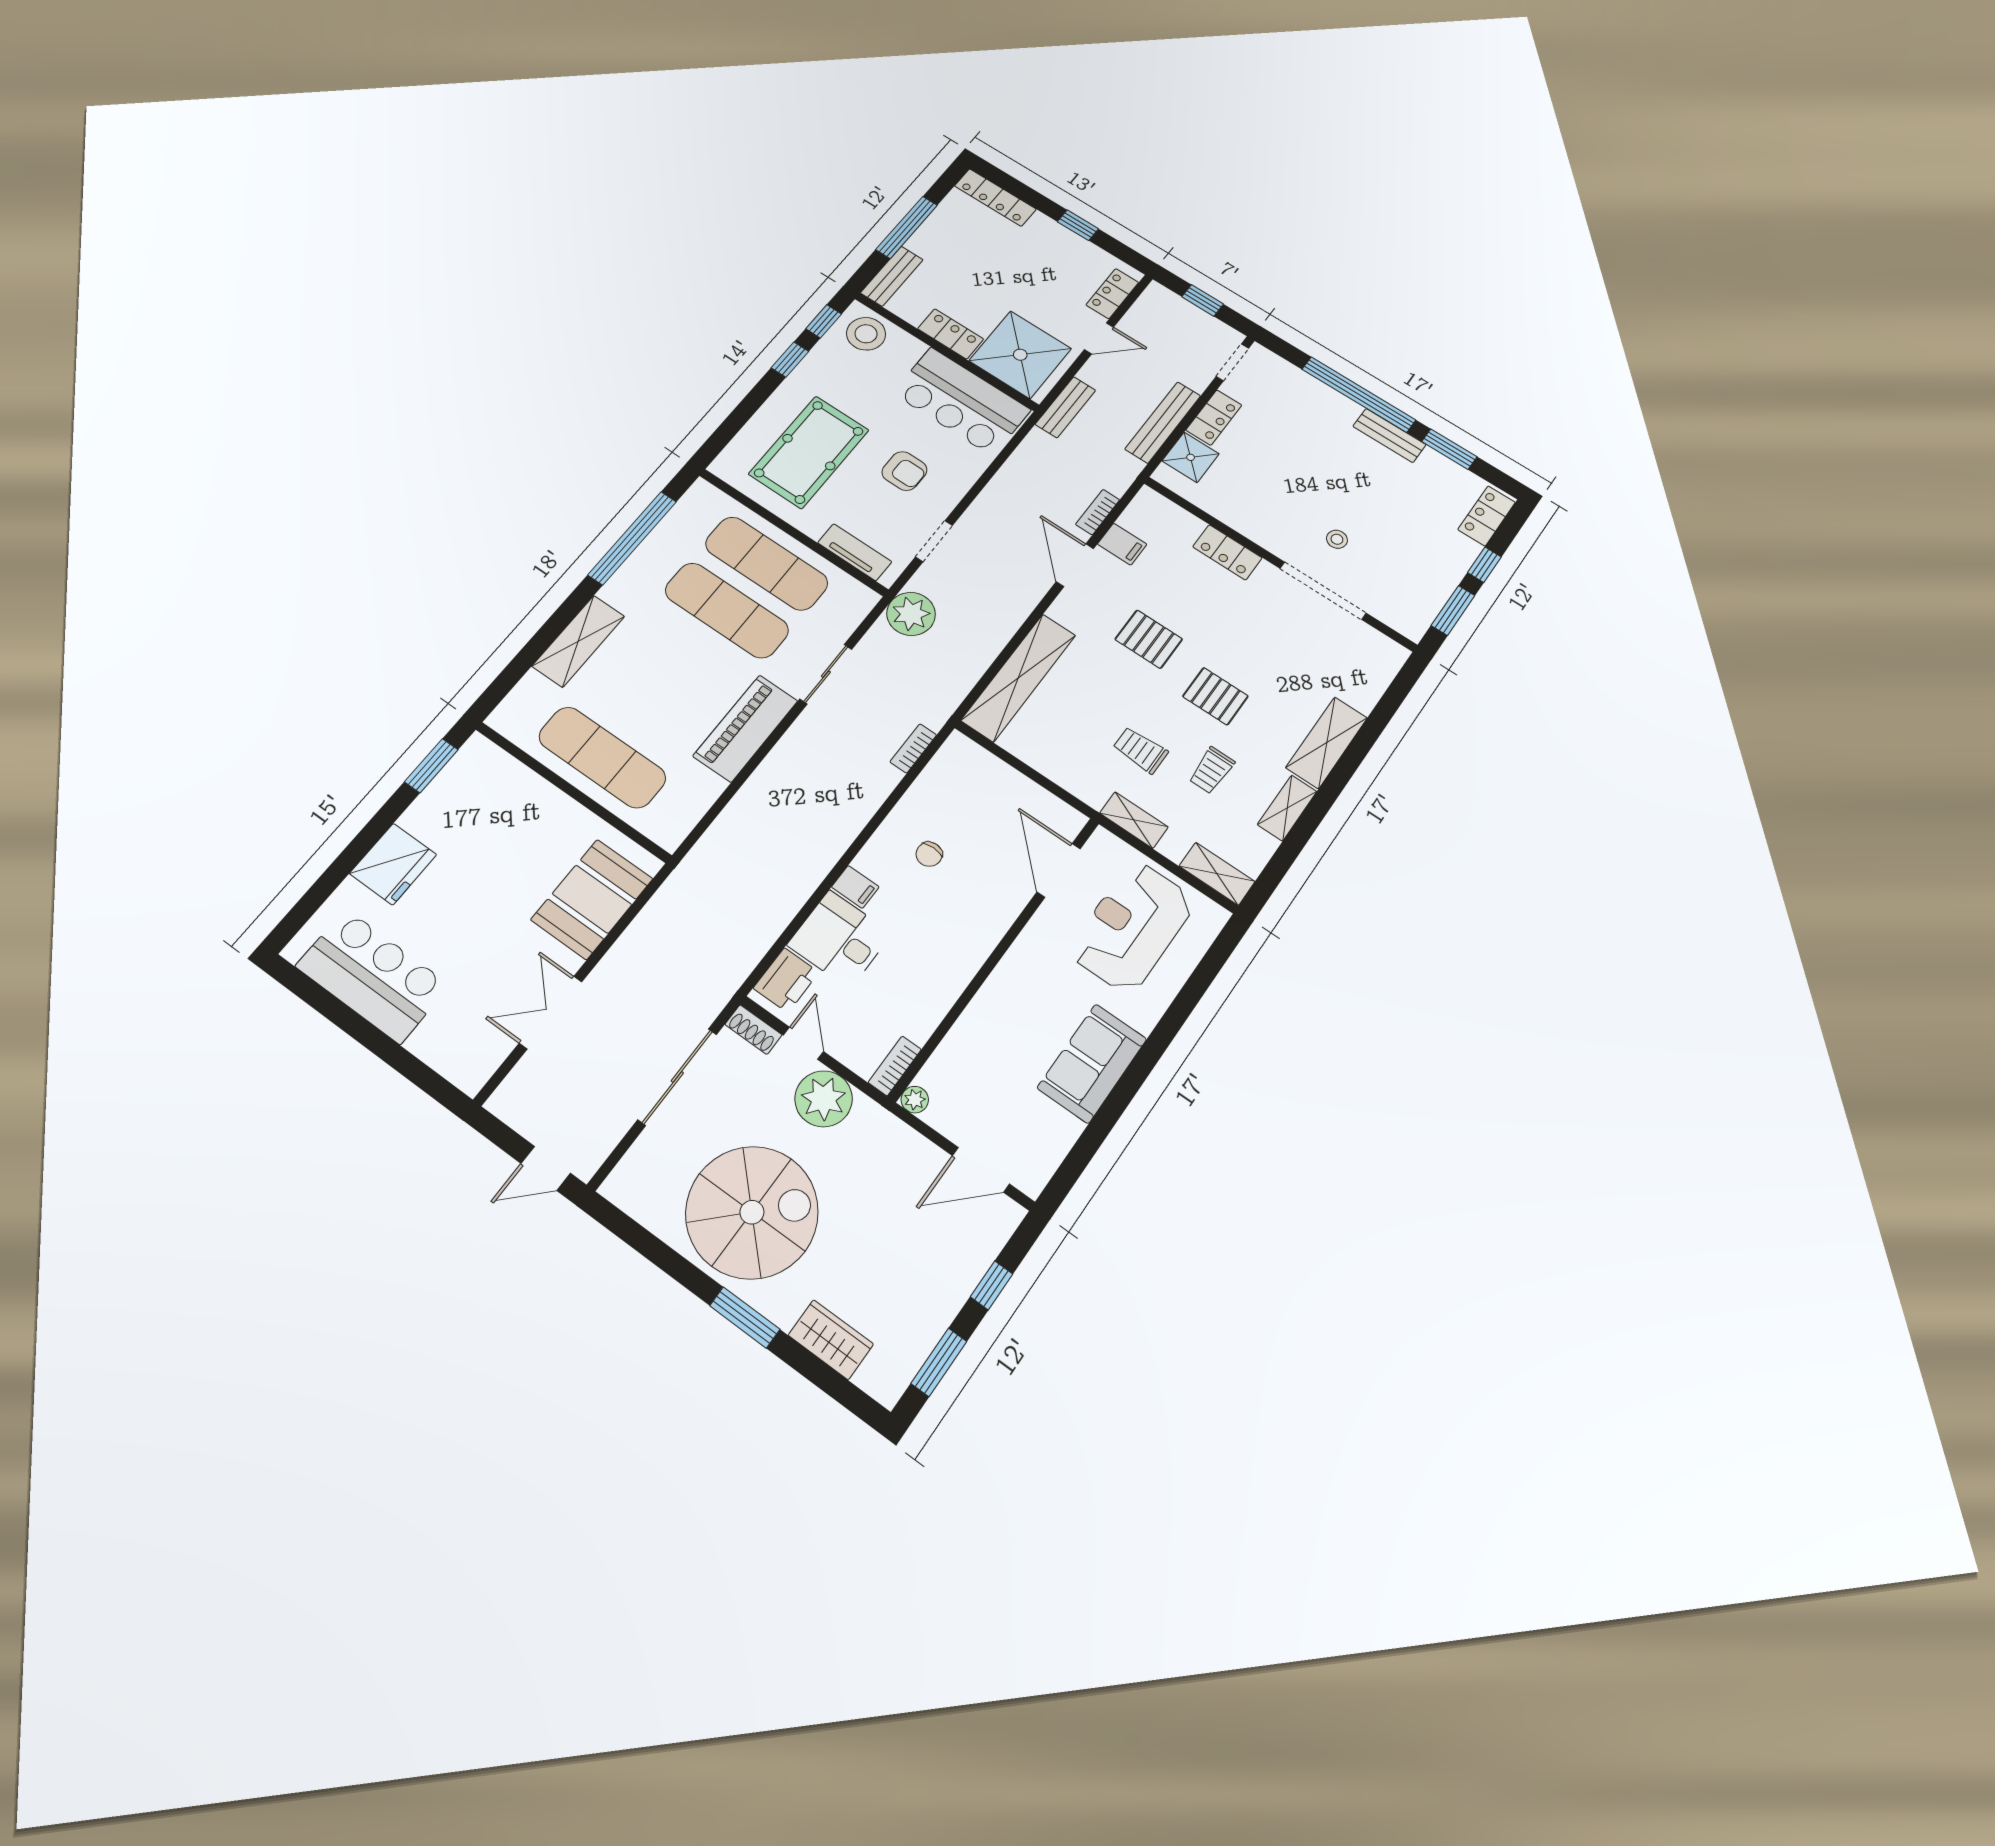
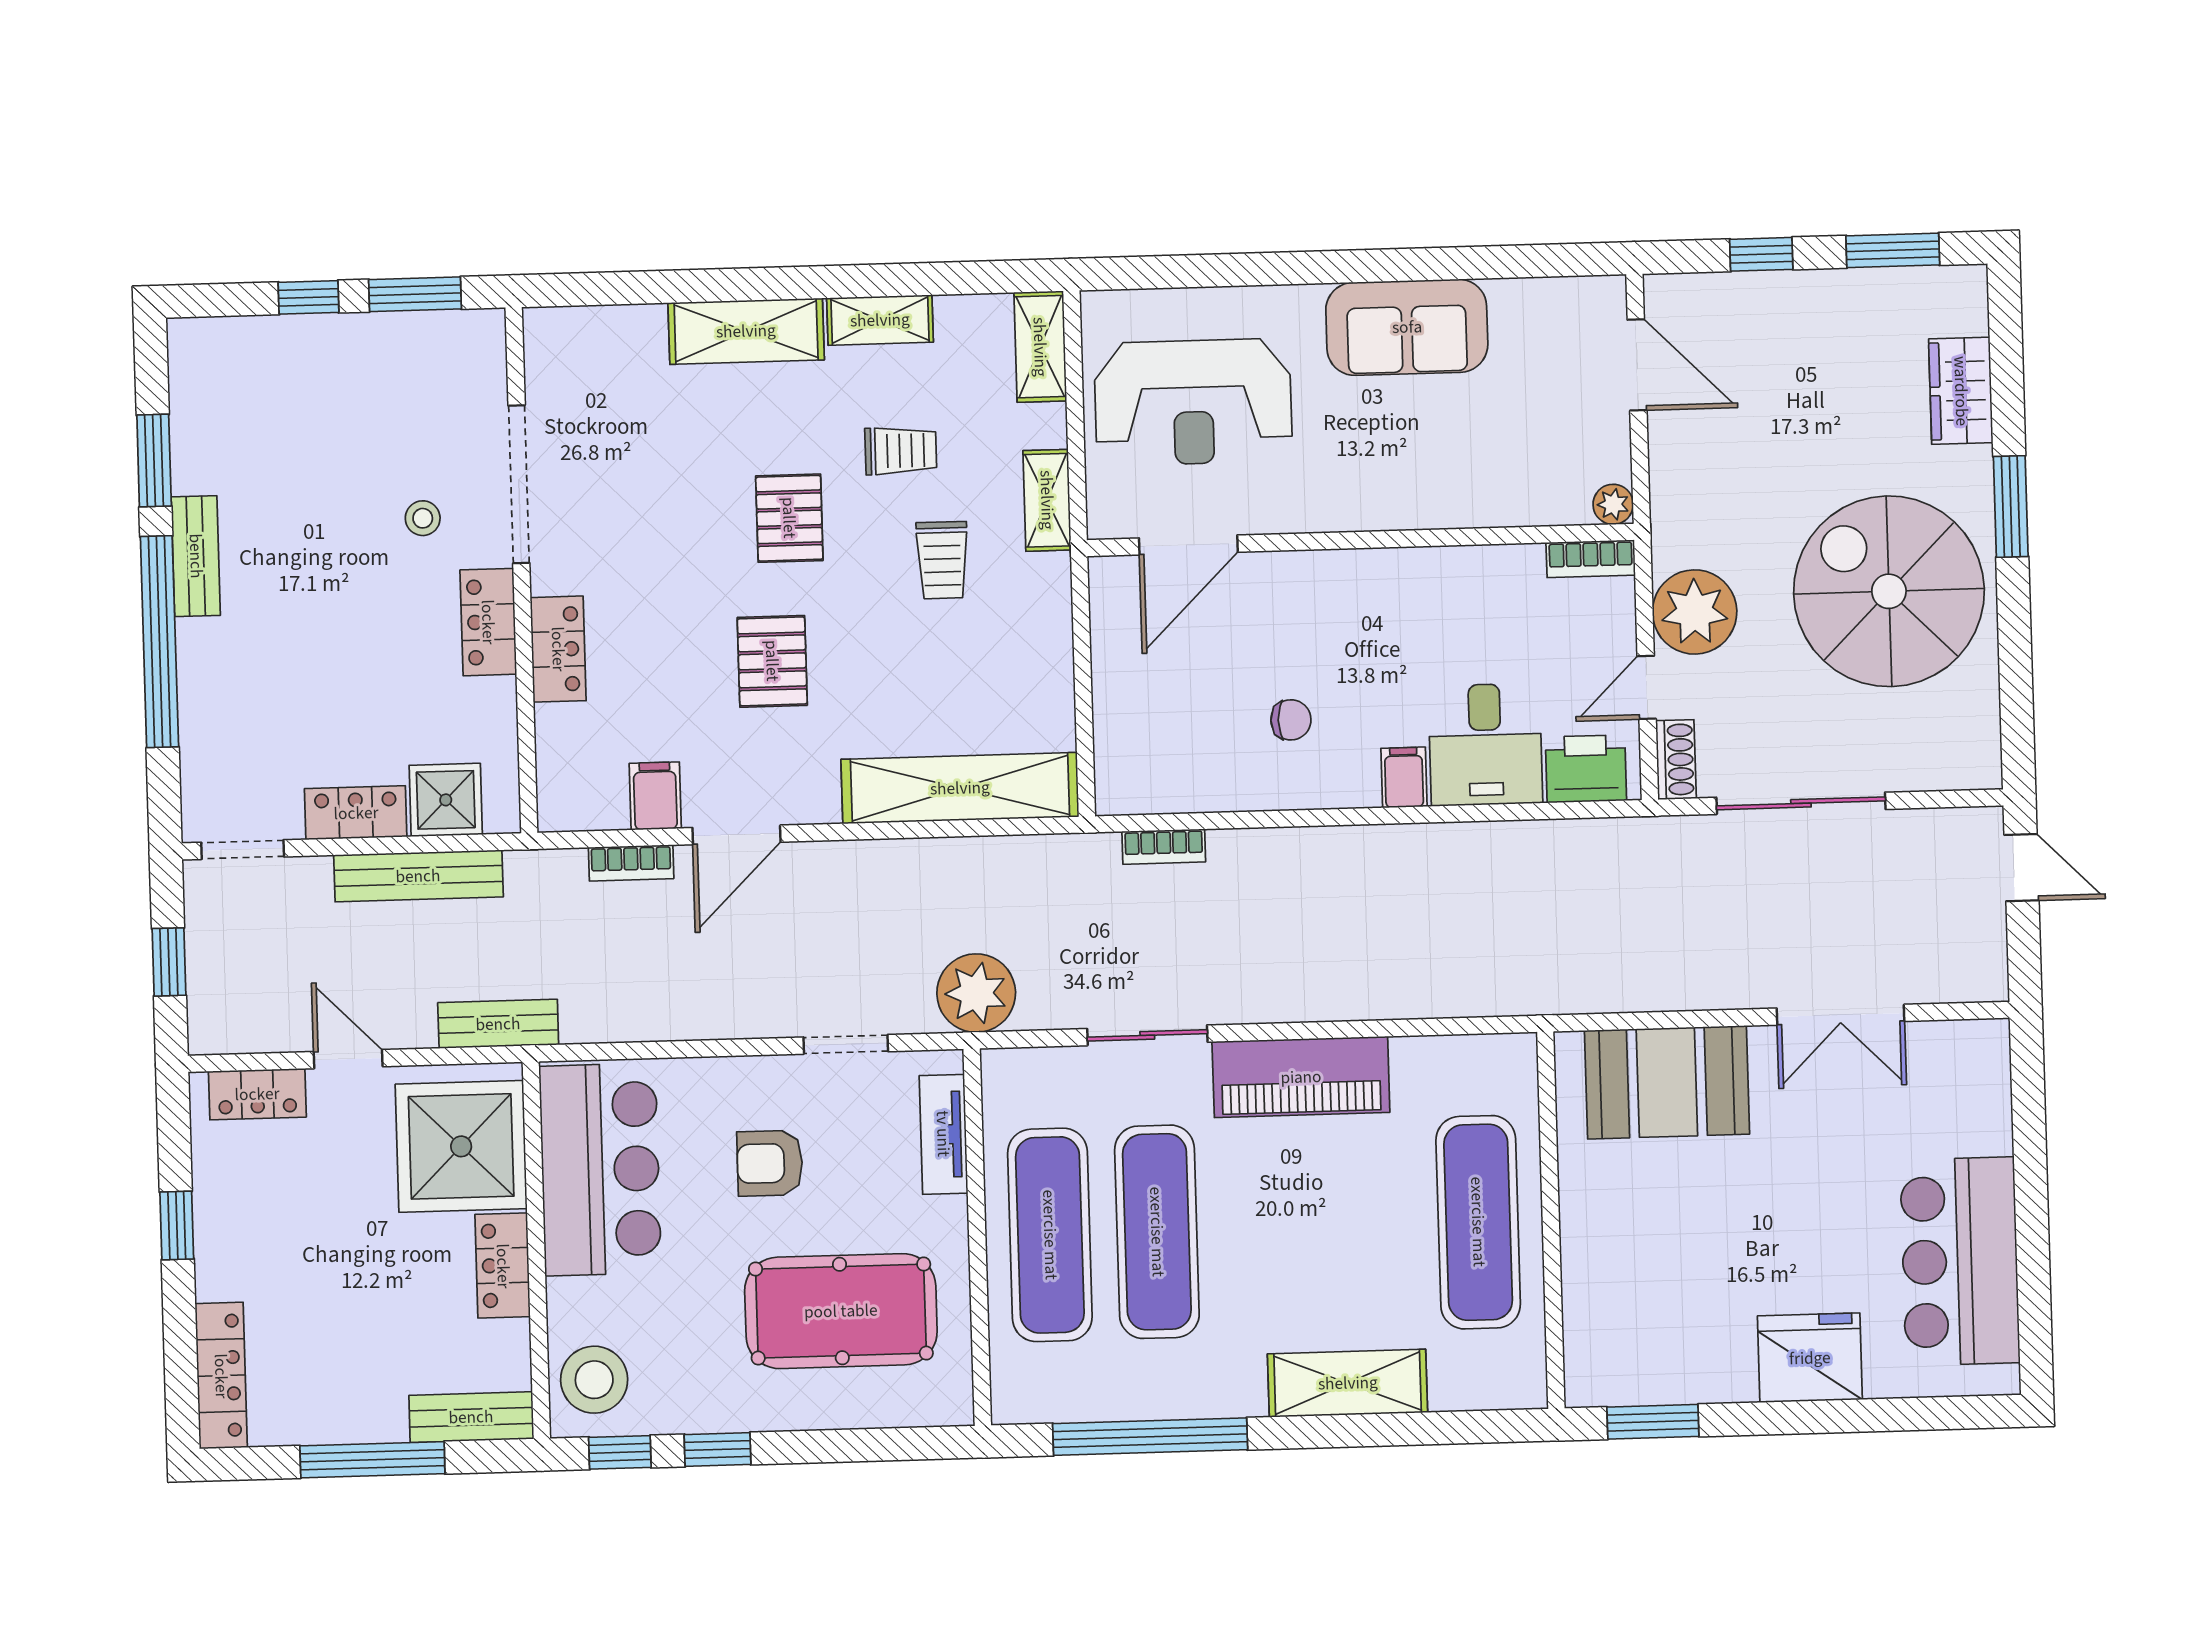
armchair: (904, 471) -> (770, 1163), turned -90
locker: (1487, 516) -> (488, 622), moved, turned 90

